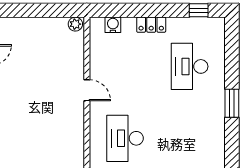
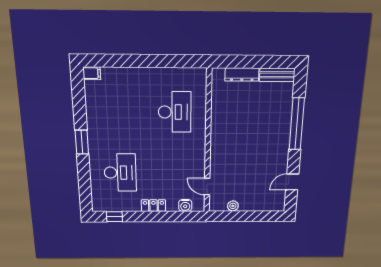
plant: (75, 24) -> (233, 206), moved
door: (87, 90) -> (207, 187), moved

